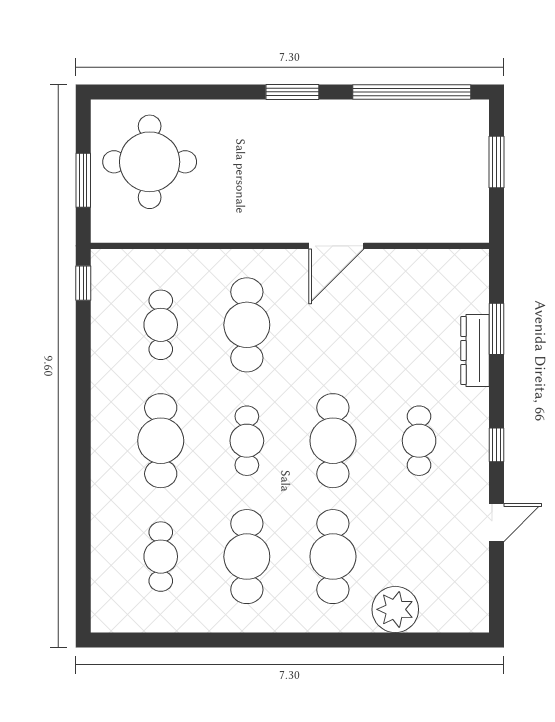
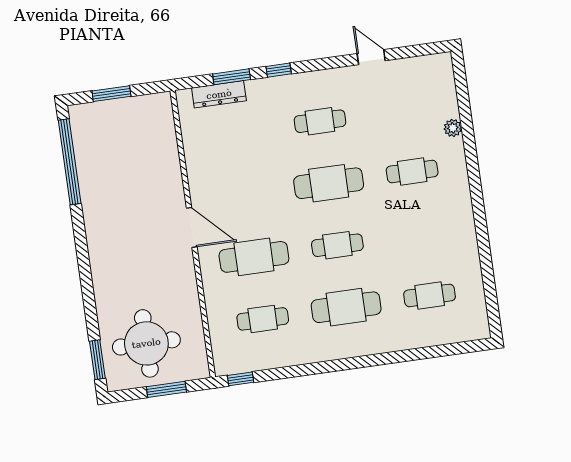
window: (292, 92) -> (97, 360), moved
door: (336, 246) -> (192, 227), moved
dresser: (475, 351) -> (219, 94), moved
window: (496, 445) -> (279, 70), moved
cafe table: (247, 557) -> (421, 233), removed
cafe table: (333, 557) -> (412, 171), width x0.73, depth x0.74
plant: (395, 609) -> (453, 128), width x0.53, depth x0.53

